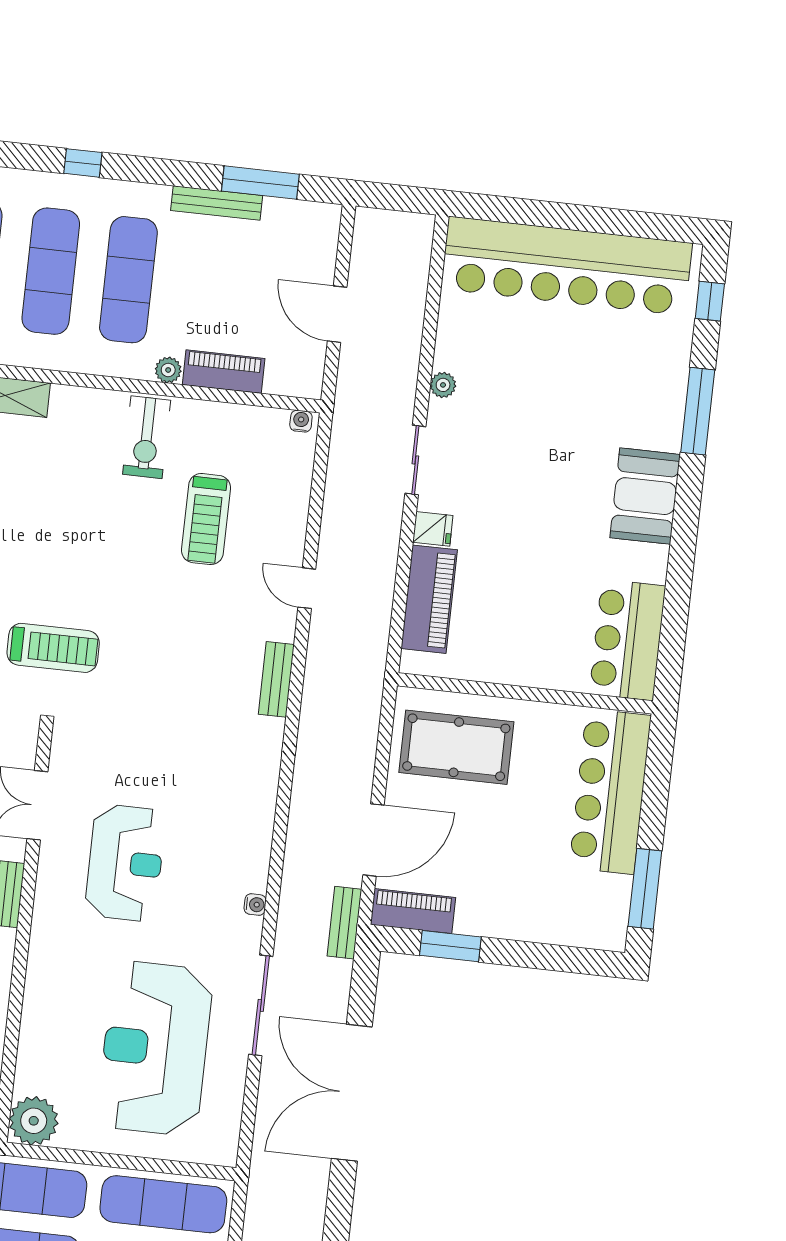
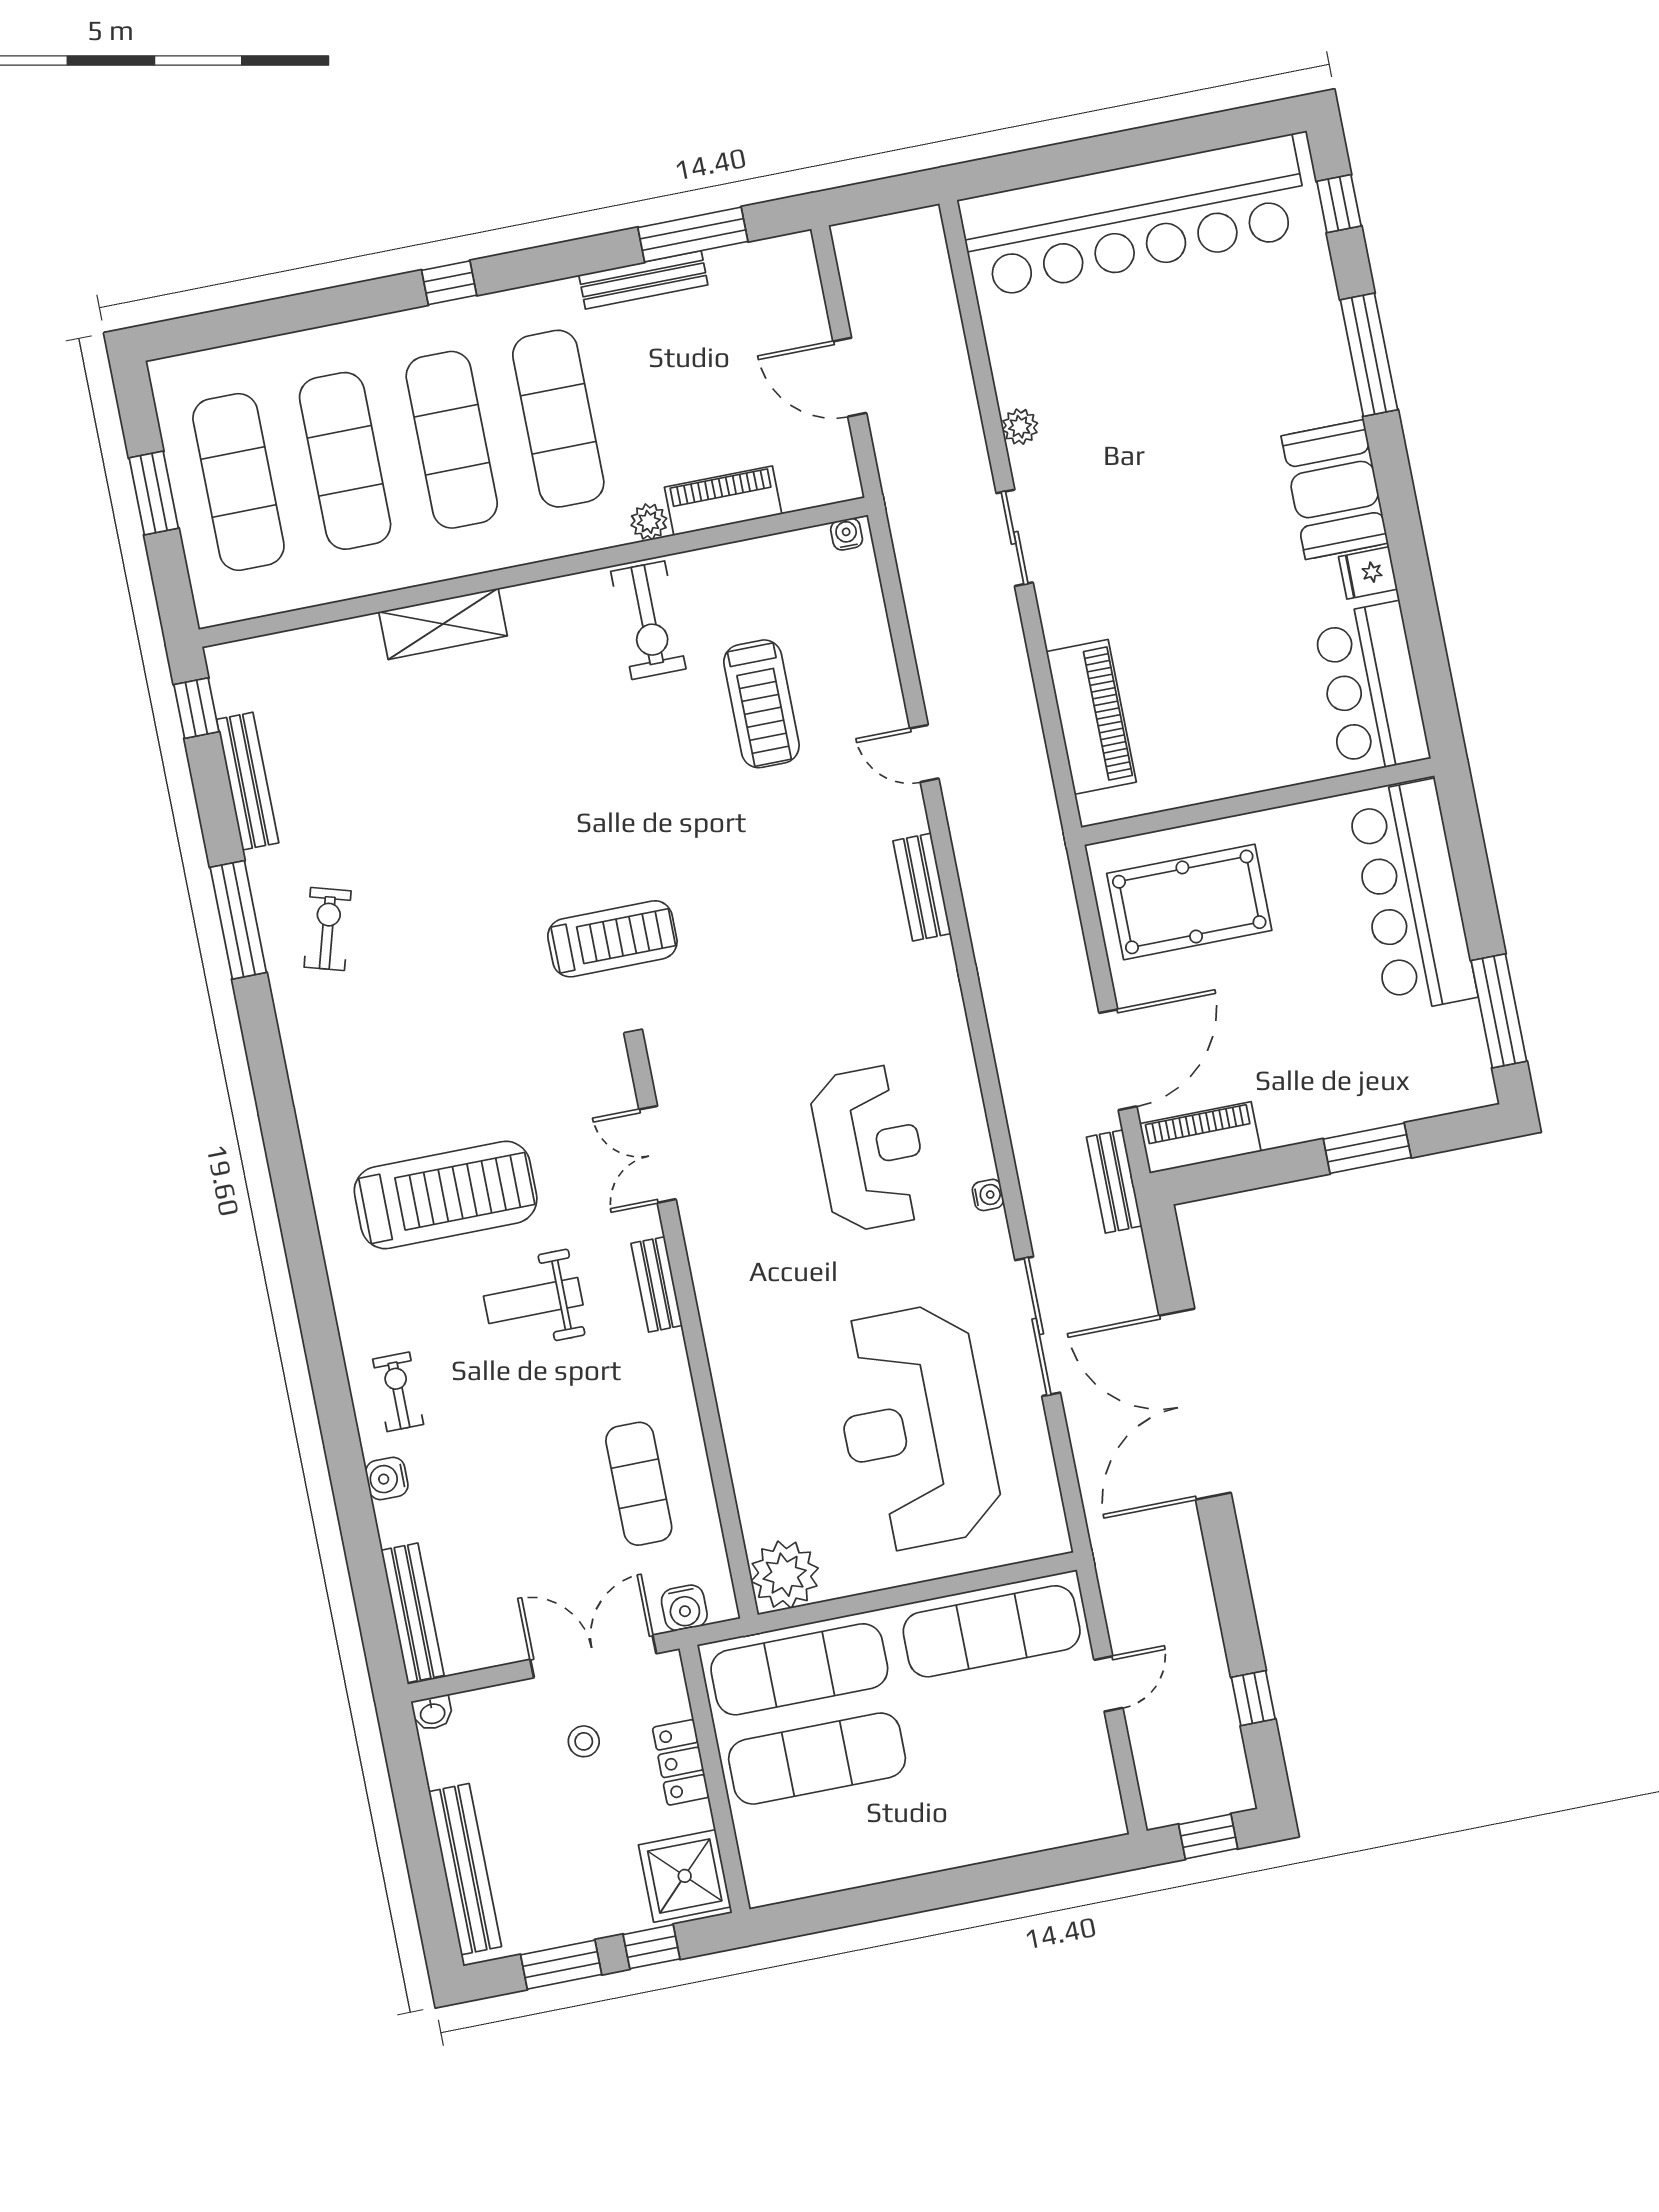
fridge: (433, 529) -> (1368, 573), moved, turned 180
reception desk: (125, 863) -> (870, 1148), moved
window: (450, 946) -> (1367, 1148), moved

